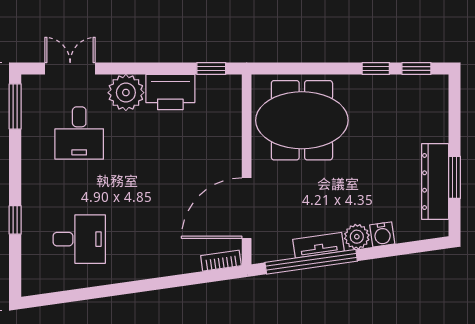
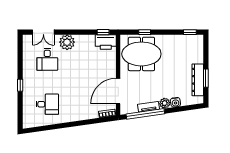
double door: (70, 69) -> (43, 32), swing flipped
window: (376, 69) -> (145, 32), moved
printer: (170, 92) -> (106, 42), moved
window: (15, 106) -> (20, 48), removed
window: (15, 220) -> (20, 85), moved

